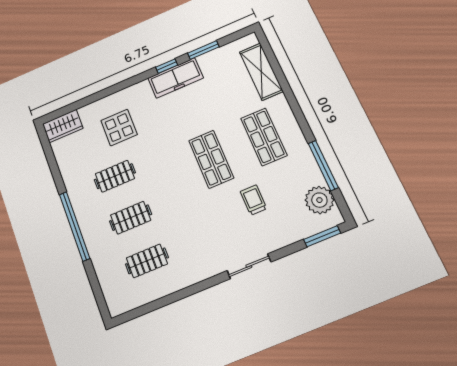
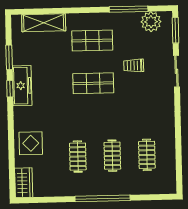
display table: (119, 128) -> (31, 143), moved
sliding door: (249, 266) -> (177, 71), moved

